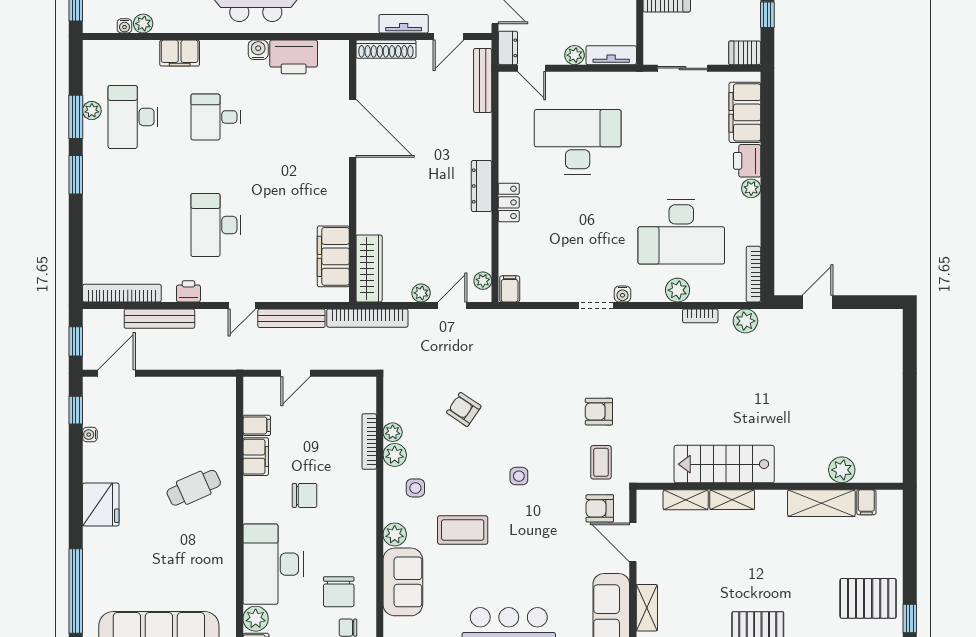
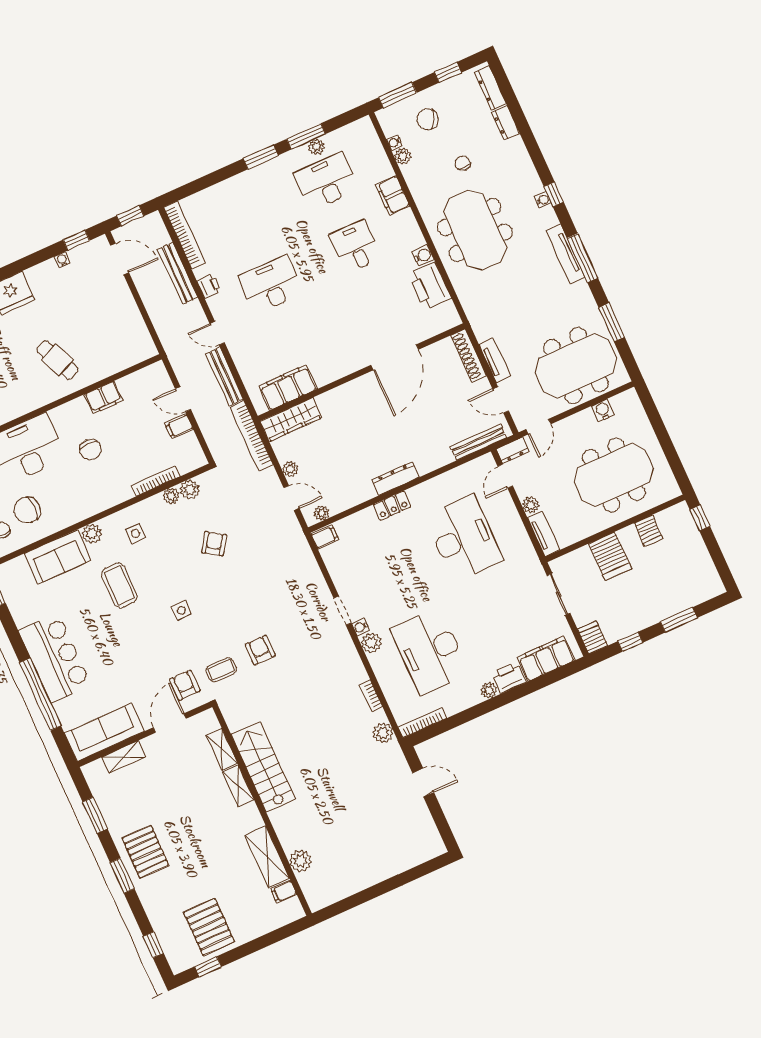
plant: (677, 290) -> (371, 643), moved
filing cabinet: (257, 425) -> (179, 426), moved, turned 90
plant: (395, 455) -> (190, 490), moved

